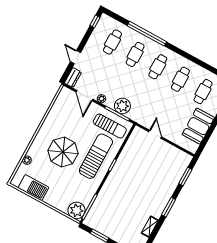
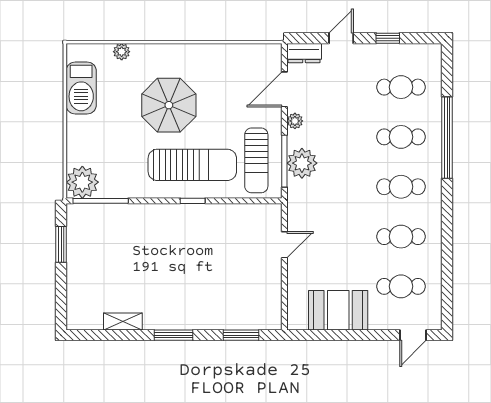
window: (95, 21) -> (388, 38), moved

